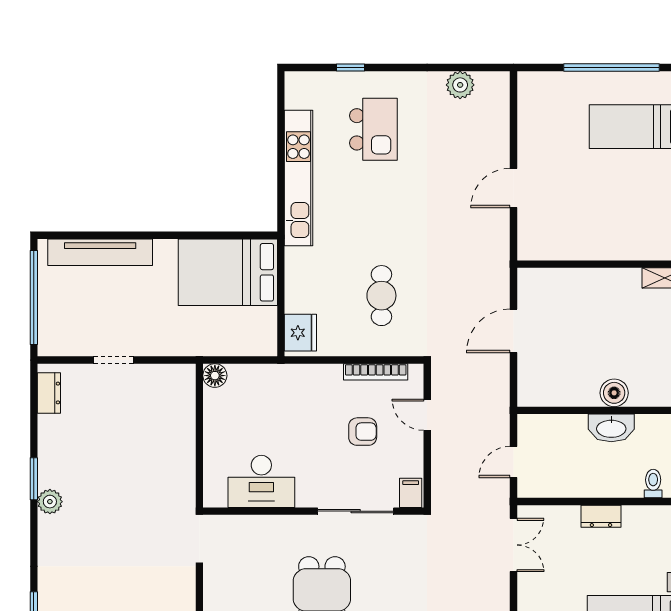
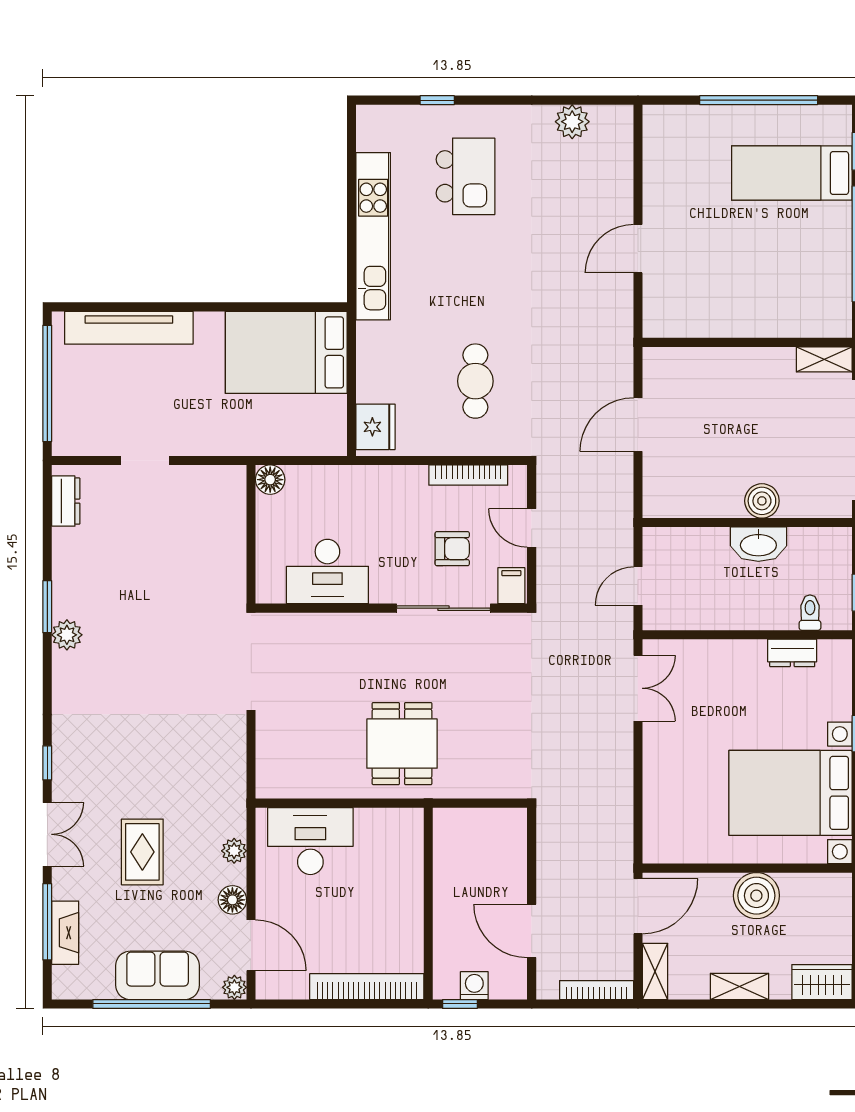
desk: (261, 481) -> (327, 572), moved
filing cabinet: (411, 493) -> (511, 586), moved
wall: (313, 511) -> (391, 608), moved
sliding door: (356, 511) -> (443, 608), moved
dresser: (601, 516) -> (792, 653), moved

